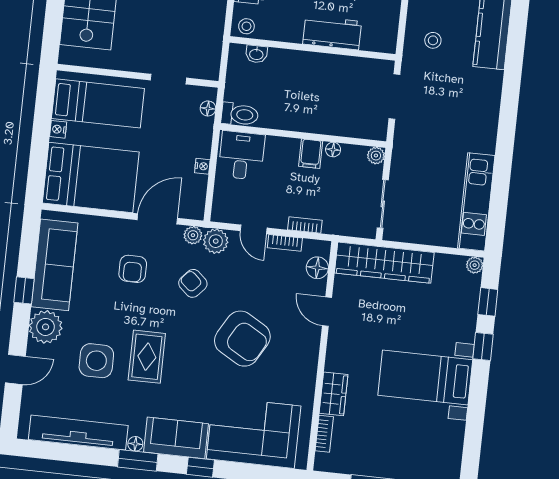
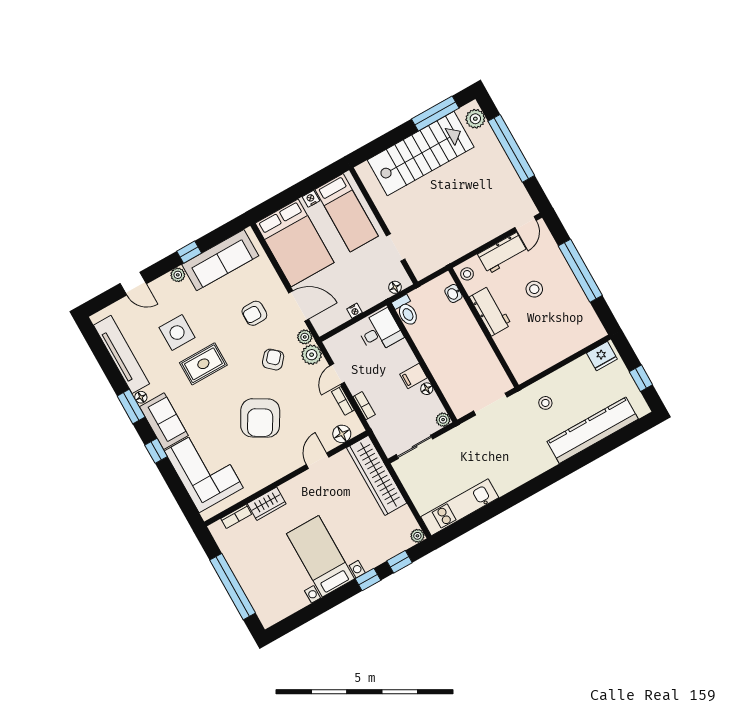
workbench: (332, 33) -> (490, 311), moved
plant: (46, 327) -> (178, 275), width x0.53, depth x0.53

